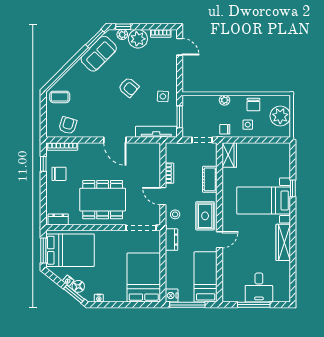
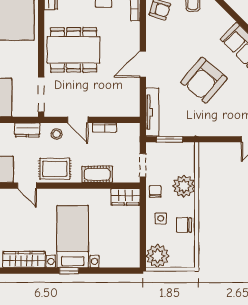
armchair: (129, 87) -> (204, 80), width x1.88, depth x1.88
side table: (163, 96) -> (193, 120), removed
plant: (225, 100) -> (184, 186), width x1.87, depth x1.87
plant: (280, 116) -> (157, 256), moved
window: (293, 188) -> (69, 271), moved
door: (163, 196) -> (78, 120), swing flipped
dining table: (103, 200) -> (74, 50), turned 90

